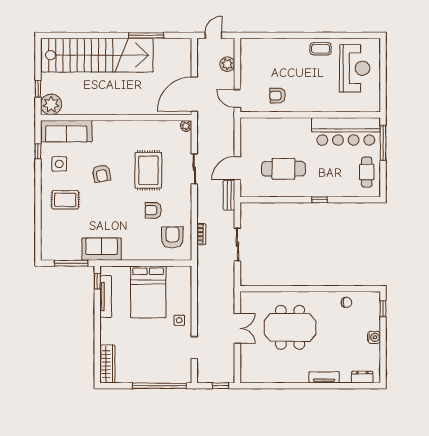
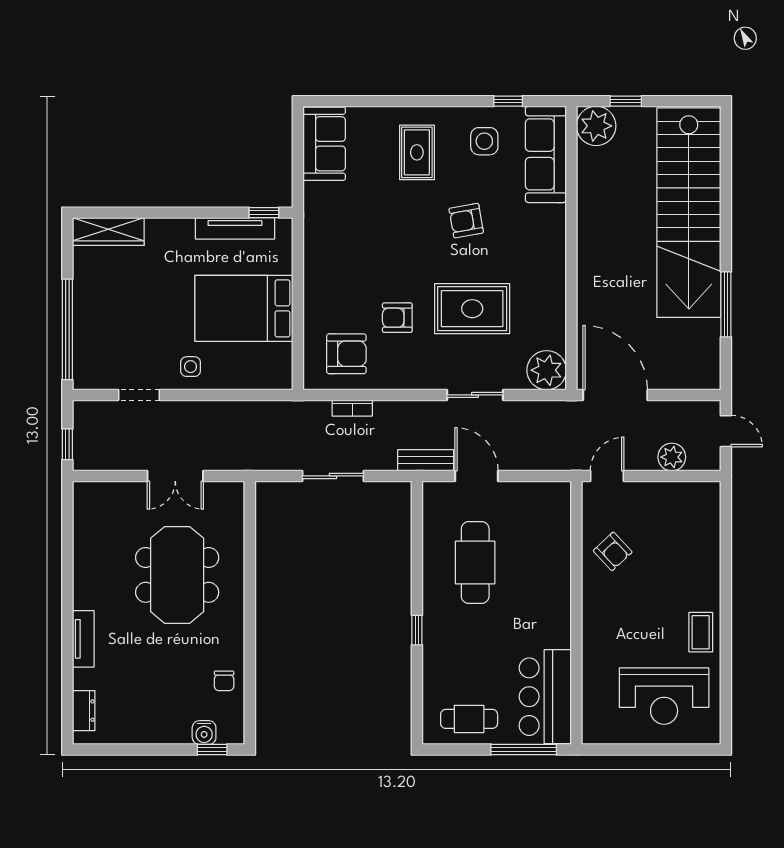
armchair: (278, 96) -> (613, 551), turned 137
plant: (186, 126) -> (547, 370), width x1.88, depth x1.88
bar counter: (346, 131) -> (545, 697), width x0.73
armchair: (153, 210) -> (397, 318), turned -90
sofa: (102, 249) -> (324, 144), moved
window: (71, 263) -> (298, 163), removed
water cooler: (374, 337) -> (204, 733), moved

